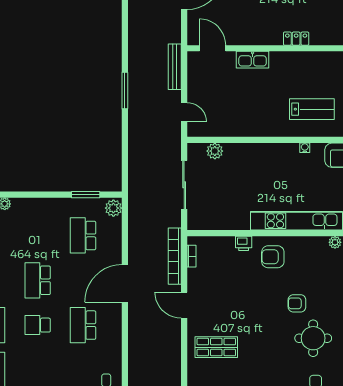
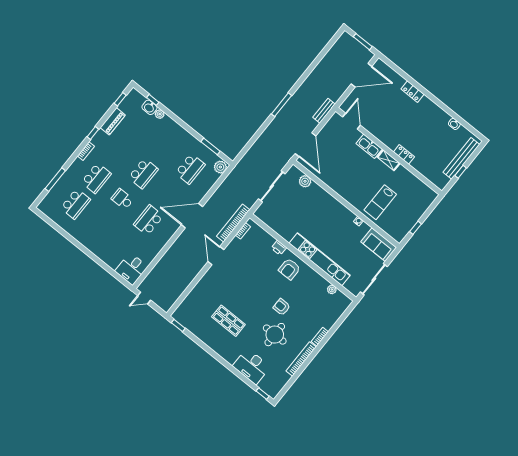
shelving: (285, 58) -> (389, 160), added
bench: (175, 67) -> (324, 111), width x0.73
lab bench: (312, 109) -> (380, 202), turned 90
door: (184, 112) -> (305, 145), width x1.88
school desk: (83, 235) -> (190, 169), turned 180
armchair: (273, 257) -> (289, 269), turned -90
school desk: (38, 280) -> (143, 173), turned 180
shop shelf: (216, 347) -> (228, 321), moved

